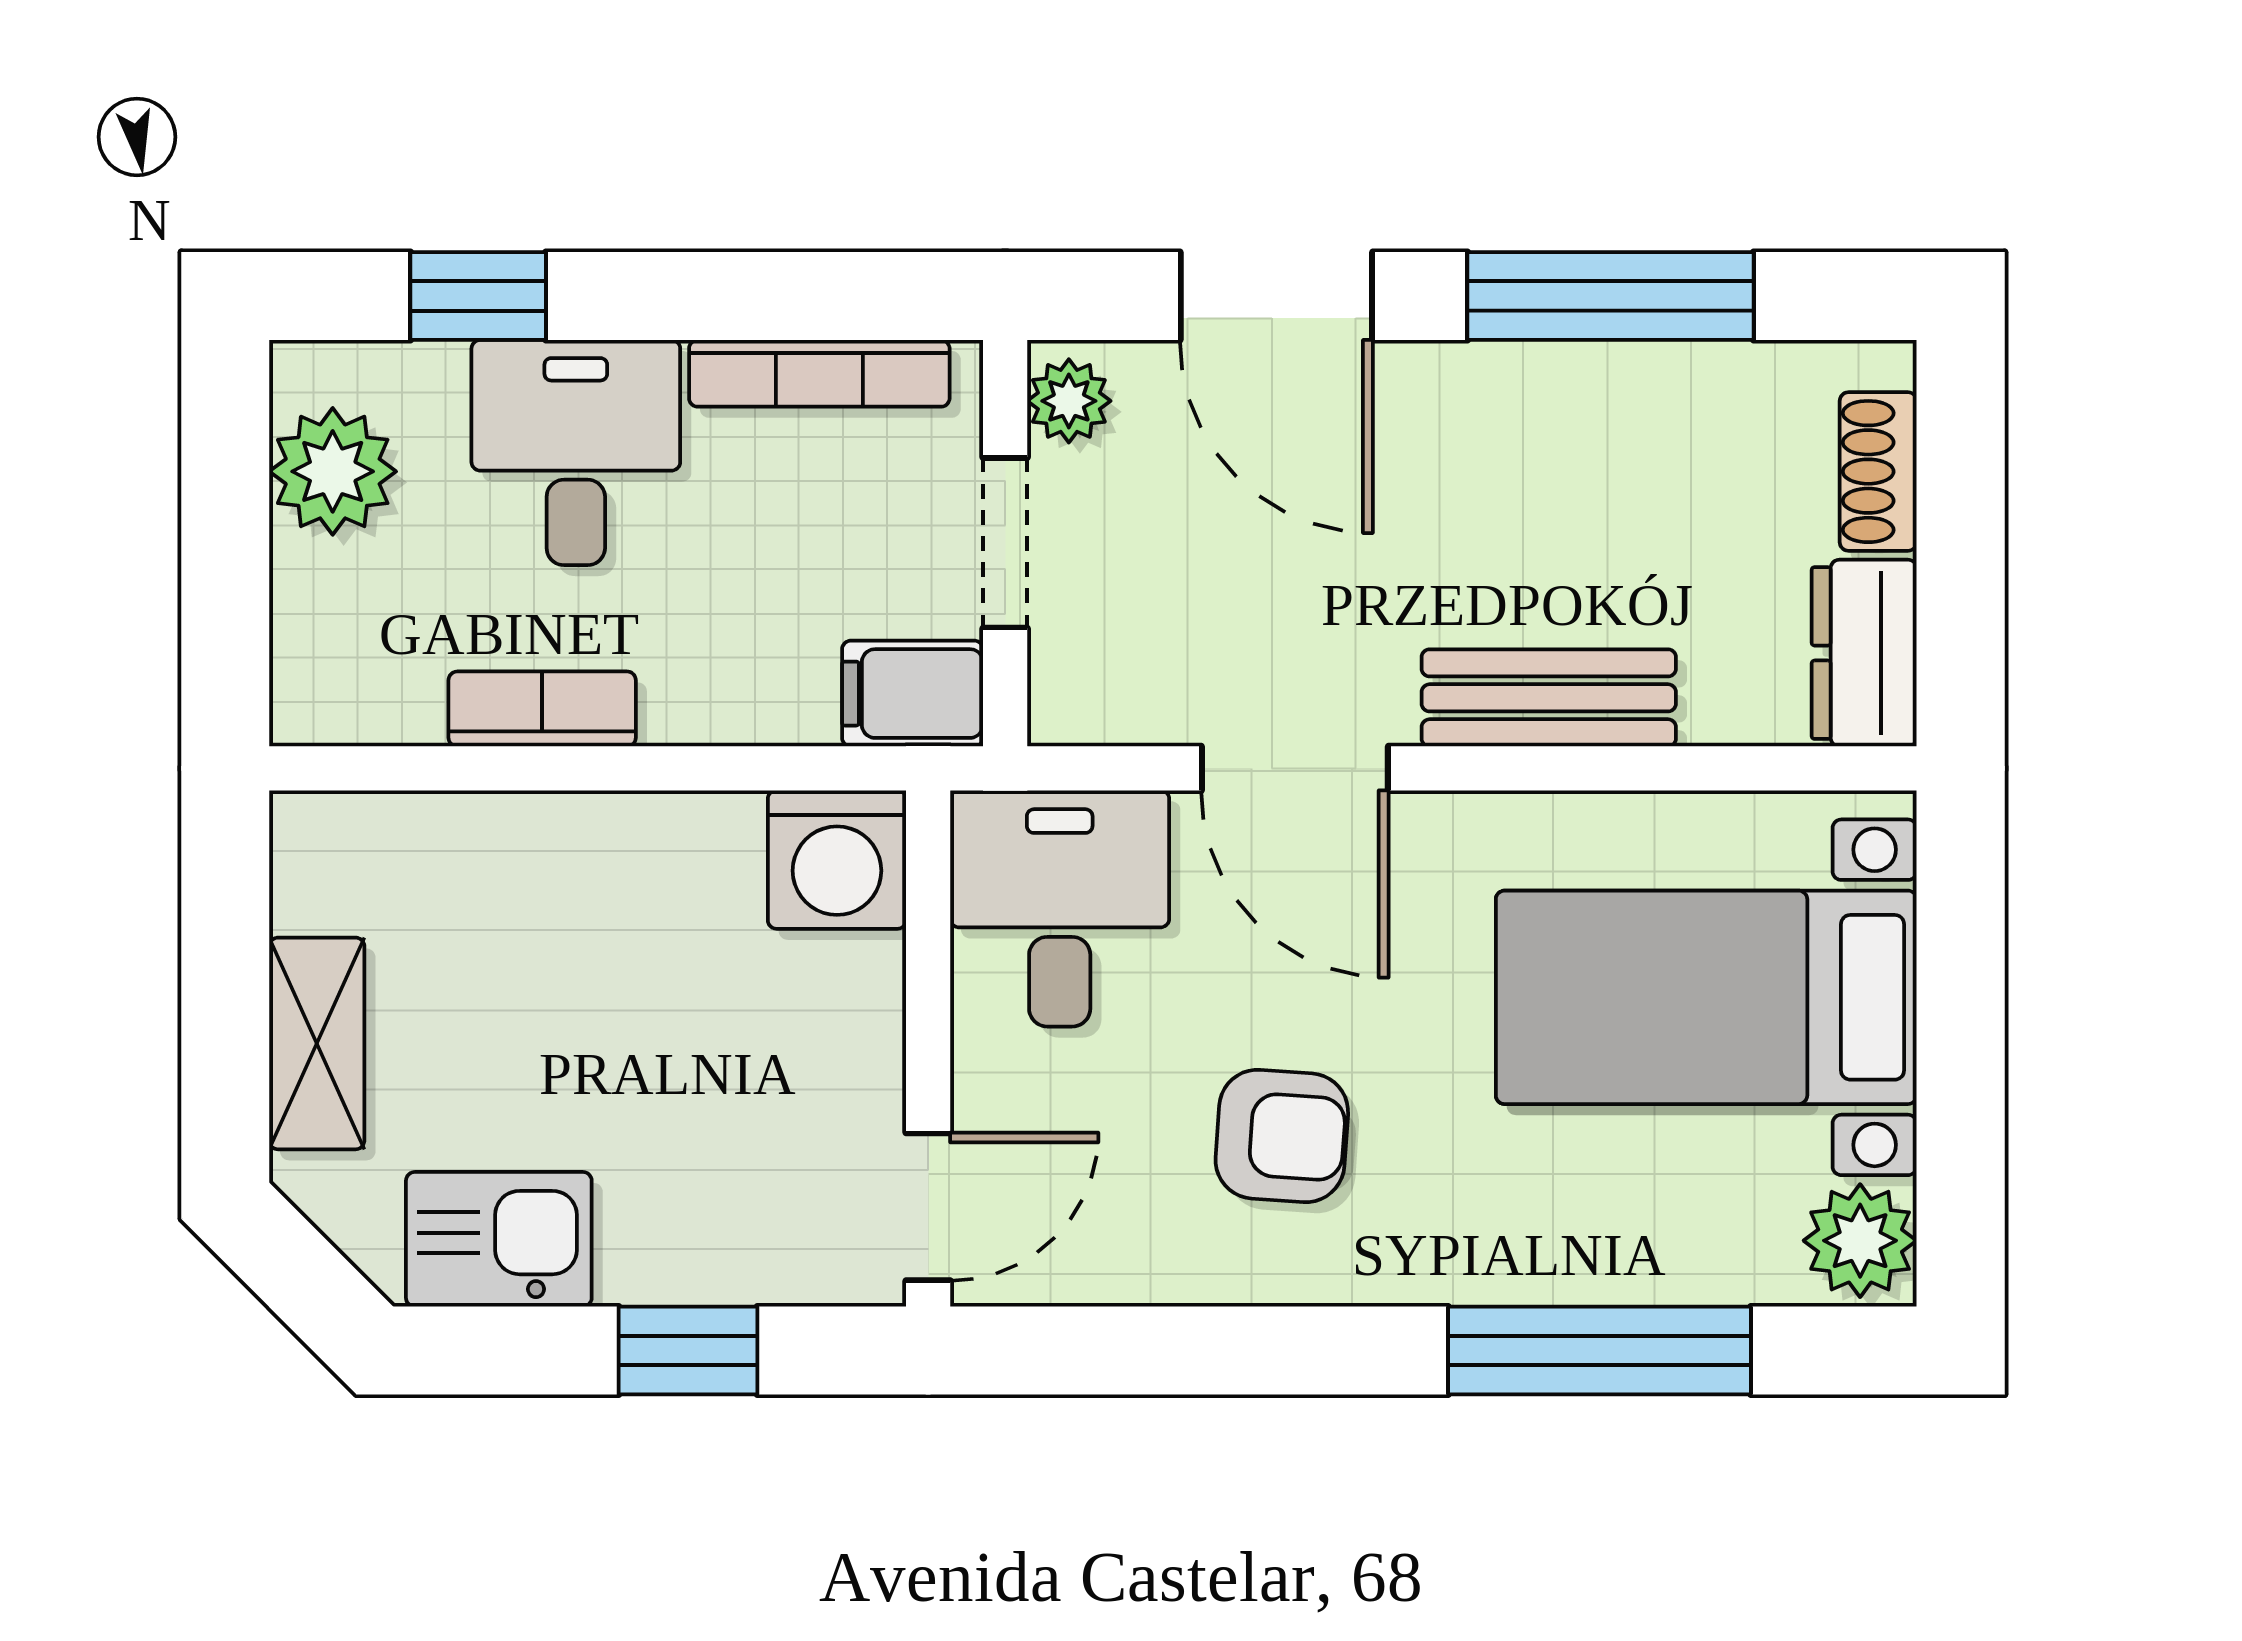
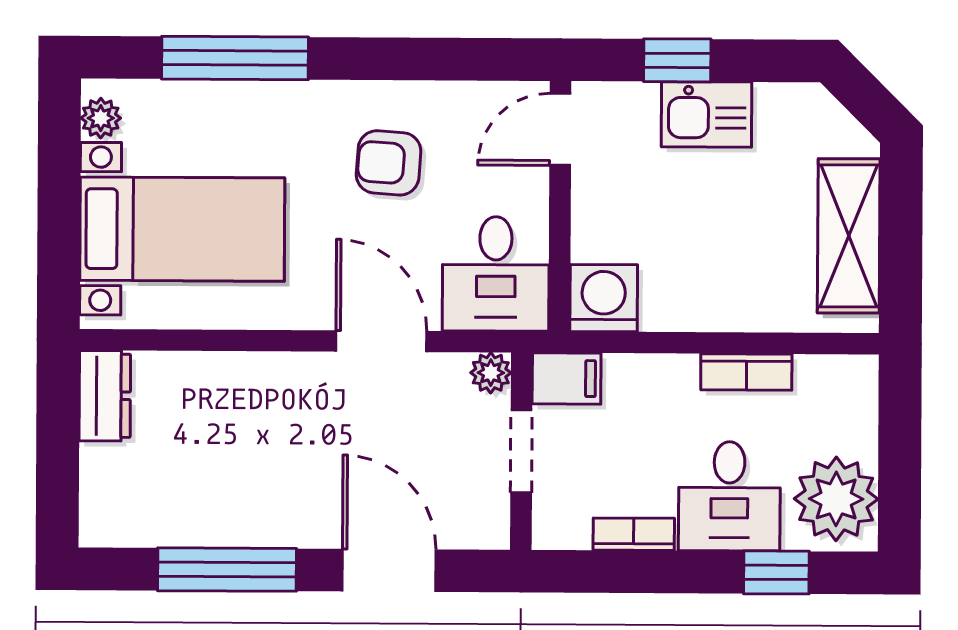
bookcase: (819, 373) -> (634, 534), width x0.64
plant: (1069, 401) -> (491, 373), moved
plant: (333, 471) -> (836, 499), width x1.36, depth x1.36
shoe rack: (1878, 472) -> (98, 484), removed
bench: (1549, 698) -> (258, 375), removed
shelving: (317, 1043) -> (849, 236), width x1.50, depth x1.33
kitchen sink: (499, 1239) -> (706, 114), moved
plant: (1860, 1241) -> (101, 118), width x0.73, depth x0.73

